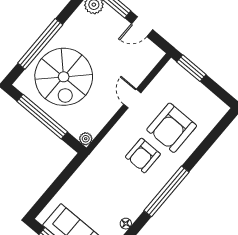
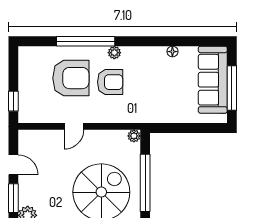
window: (191, 68) -> (13, 101), width x0.67
plant: (163, 178) -> (114, 53), added
window: (167, 191) -> (86, 41), moved

